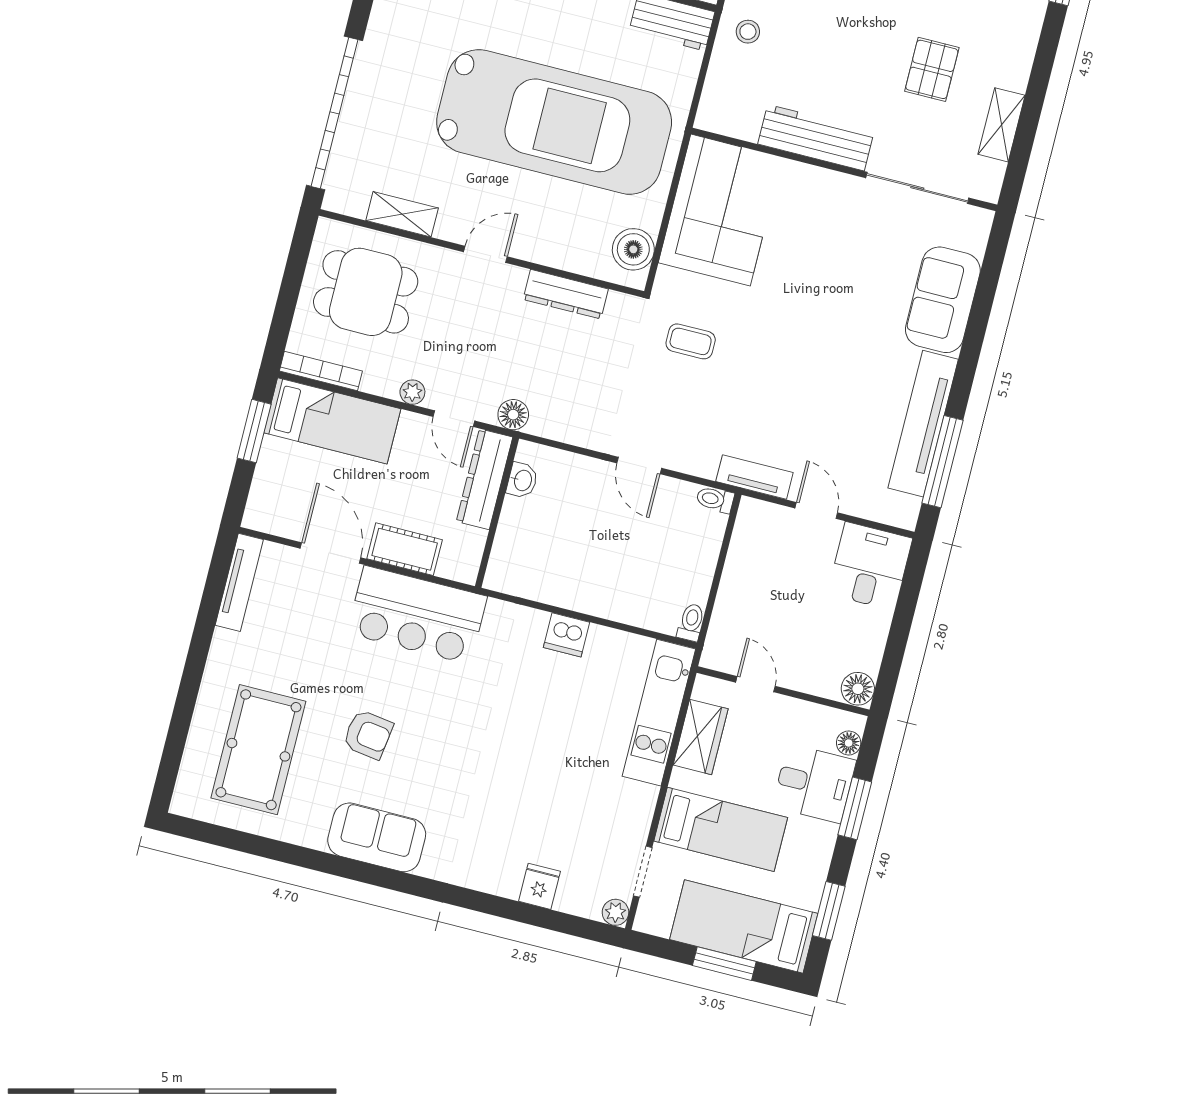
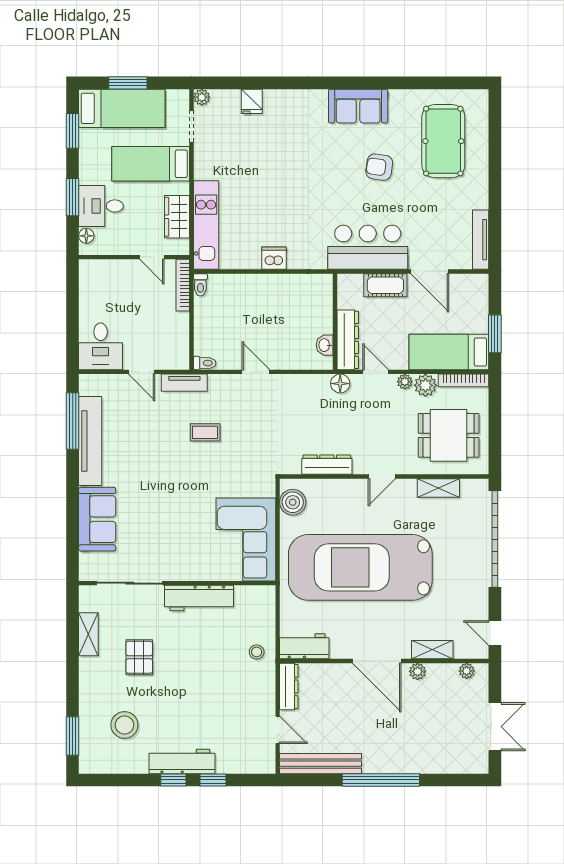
coffee table: (691, 341) -> (205, 432), moved
plant: (382, 378) -> (425, 385), added
bookcase: (719, 629) -> (183, 285), added
floor lamp: (858, 689) -> (89, 270), removed

